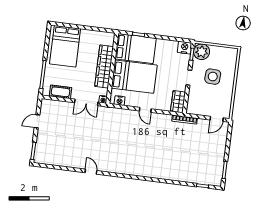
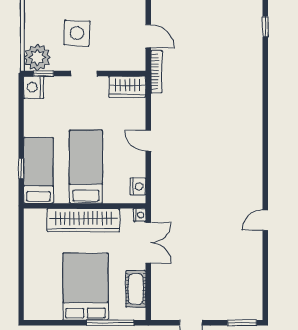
bed: (65, 46) -> (86, 287), moved, turned -90
bed: (136, 49) -> (38, 170), width x0.67
bed: (134, 77) -> (86, 167), width x0.67
door: (145, 110) -> (148, 141), swing flipped
door: (217, 119) -> (148, 36), moved

